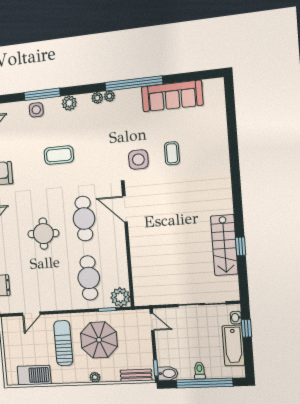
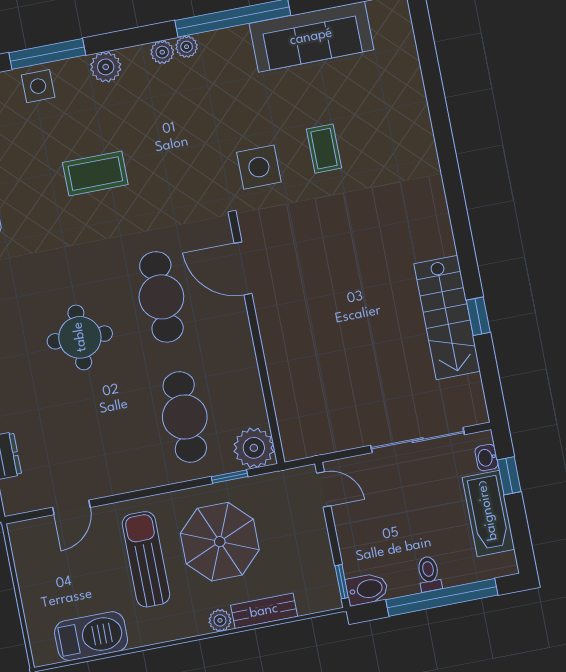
bench: (136, 375) -> (264, 611), moved

